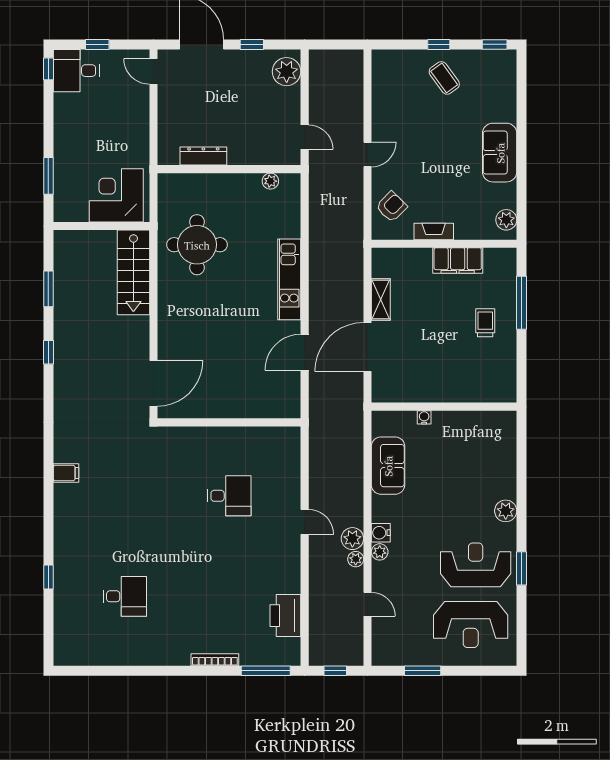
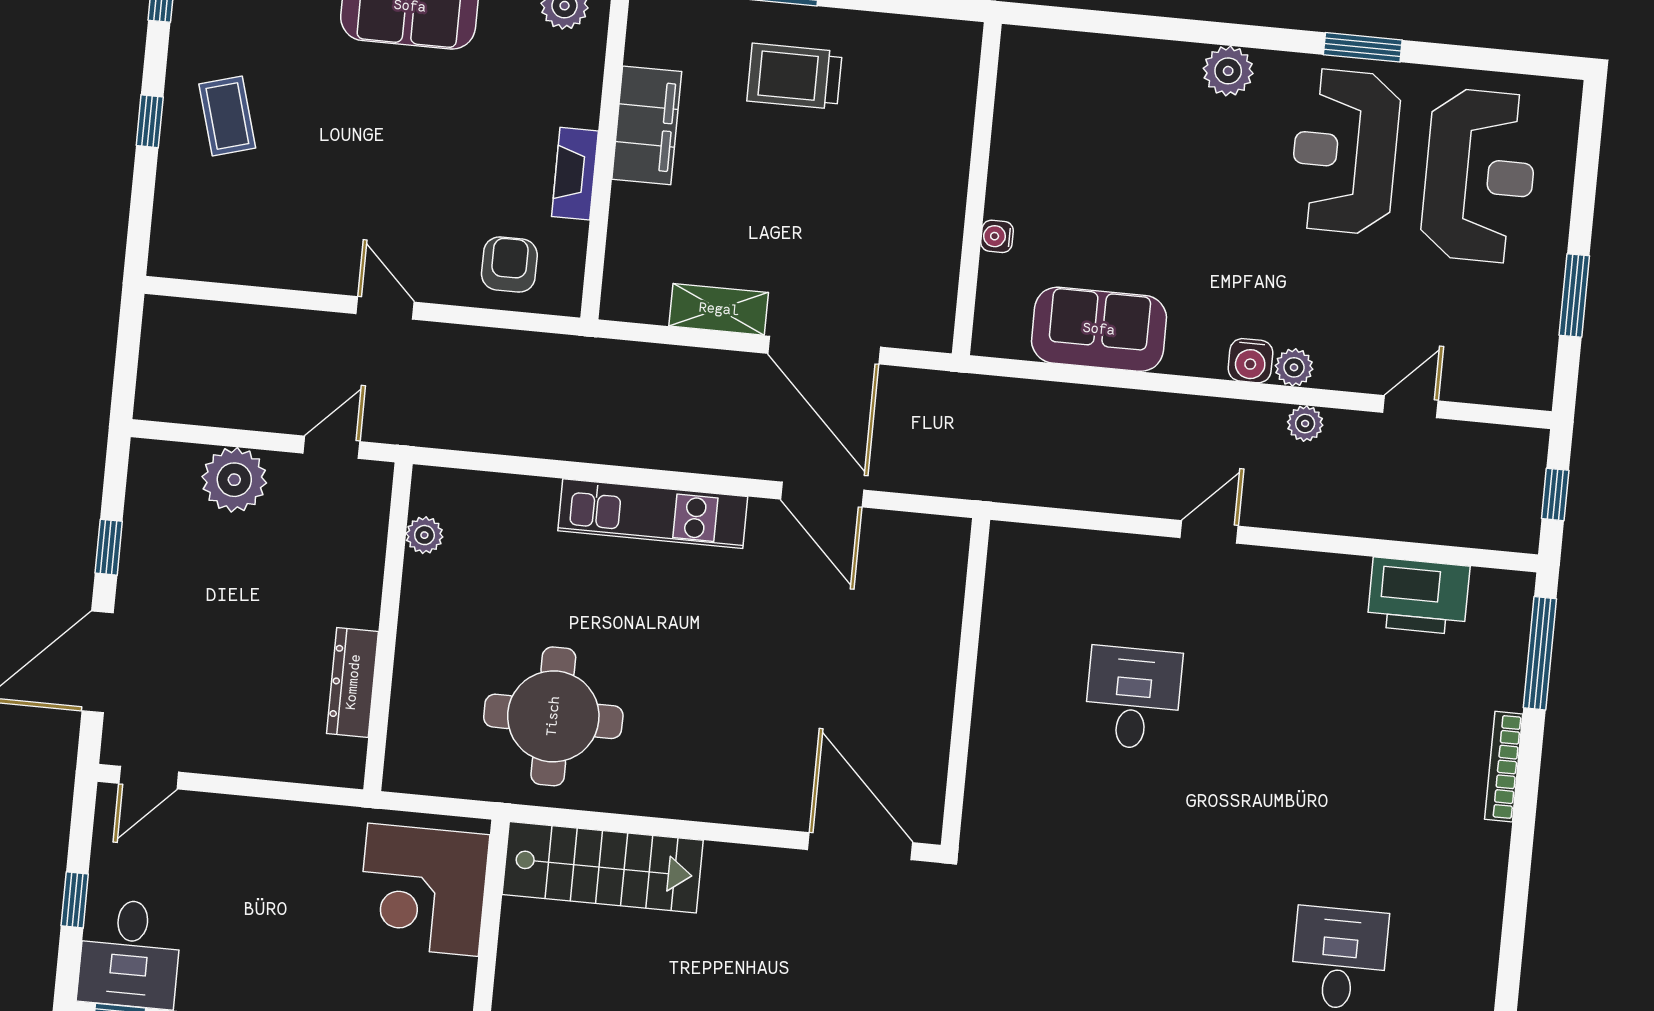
plant: (287, 72) -> (234, 480), moved
coffee table: (444, 78) -> (227, 116), turned -70
armchair: (391, 207) -> (509, 265), turned 45
trolley: (485, 323) -> (794, 76), width x1.36, depth x1.39
plant: (352, 539) -> (1258, 427), removed

